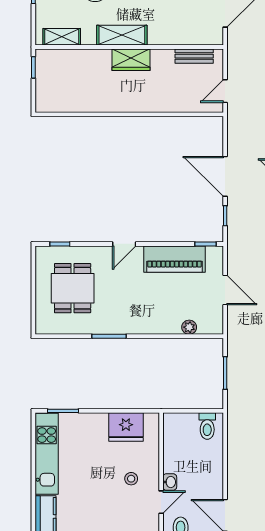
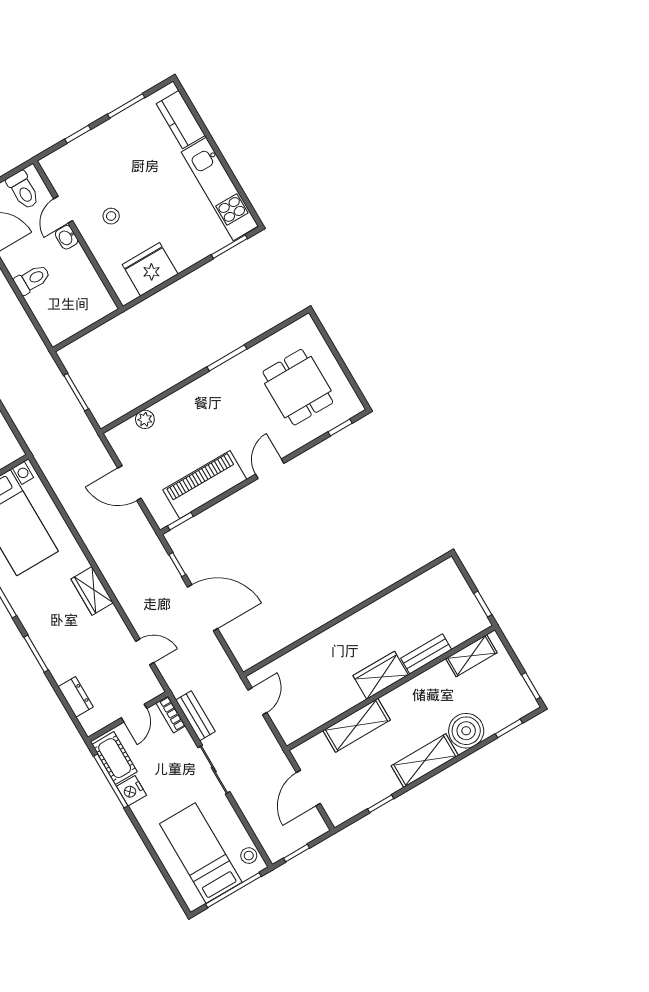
shelving: (122, 35) -> (357, 725), moved
bench: (194, 56) -> (426, 654), moved
toilet: (207, 426) -> (32, 279), moved, turned 90

